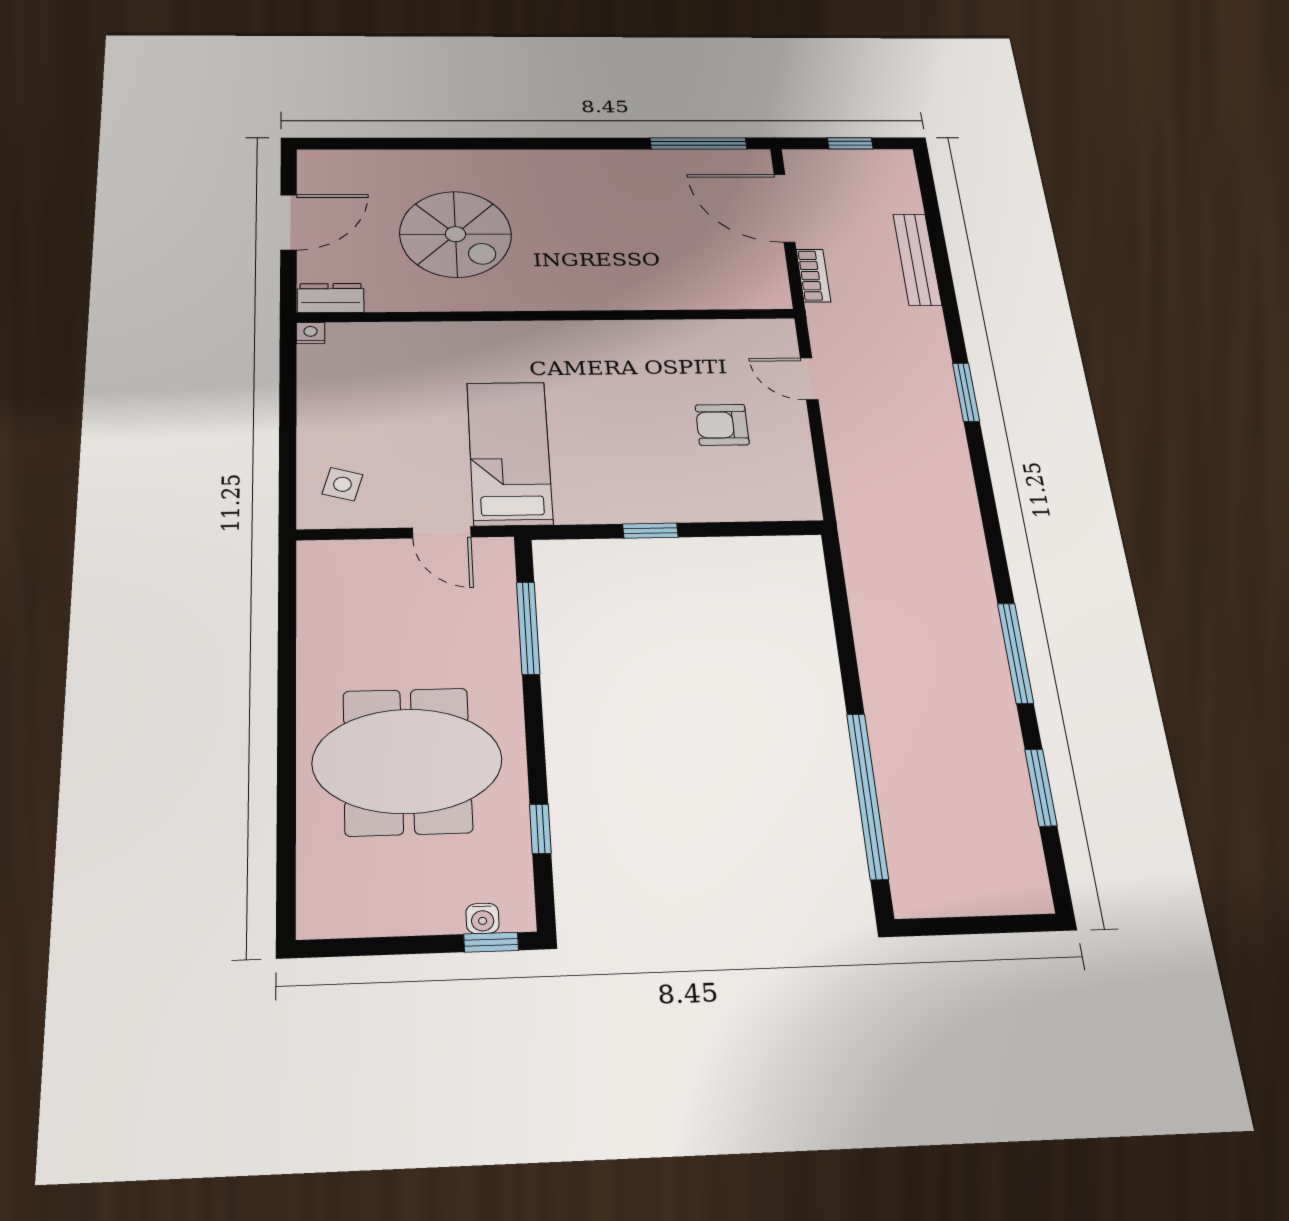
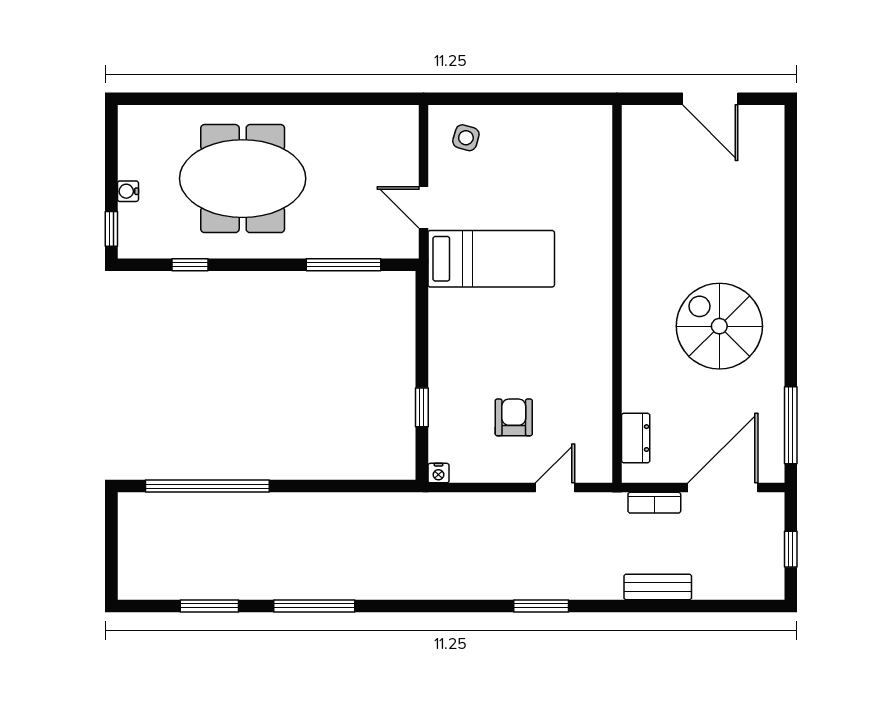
spiral stairs: (456, 234) -> (719, 326), moved, turned 90
bench: (917, 259) -> (658, 587), width x0.73
dresser: (331, 298) -> (636, 438), moved
nightstand: (310, 333) -> (438, 473), moved, turned 90
window: (650, 531) -> (422, 407), moved
door: (442, 532) -> (423, 207), hinge flipped
meeting table: (407, 761) -> (243, 179), turned 90
water cooler: (483, 918) -> (128, 191), moved

